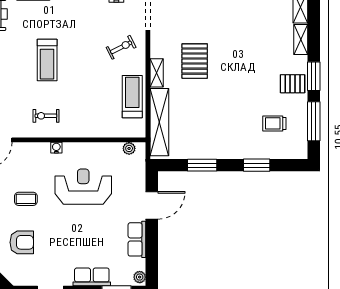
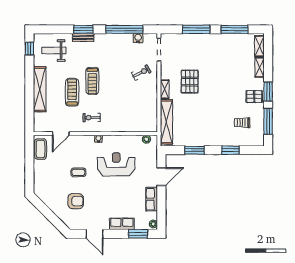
treadmill: (132, 97) -> (72, 92), moved

